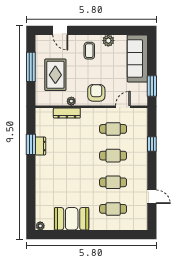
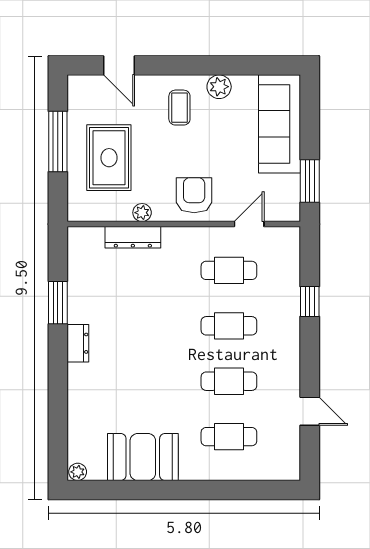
dresser: (40, 146) -> (78, 343), moved

